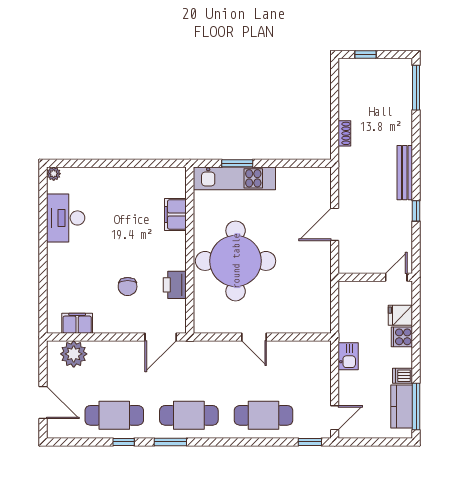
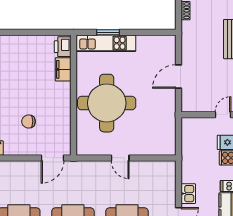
printer: (175, 285) -> (63, 47), moved
chair: (128, 287) -> (29, 121), turned 90
kitchen sink: (348, 356) -> (188, 194), moved

